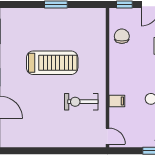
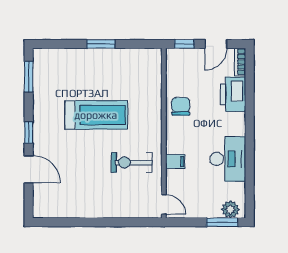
chair: (122, 36) -> (181, 106), moved

